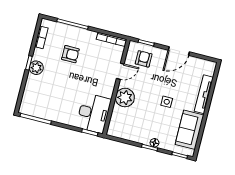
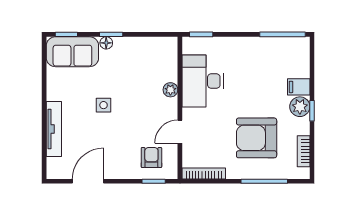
door: (179, 51) -> (88, 181), moved
armchair: (70, 54) -> (257, 138), width x1.88, depth x1.88
armchair: (144, 59) -> (151, 157), turned 180
filing cabinet: (34, 81) -> (299, 87), added
plant: (125, 98) -> (170, 90), width x0.53, depth x0.53
desk: (94, 113) -> (203, 81), moved
sofa: (190, 130) -> (72, 52), moved, turned 90

